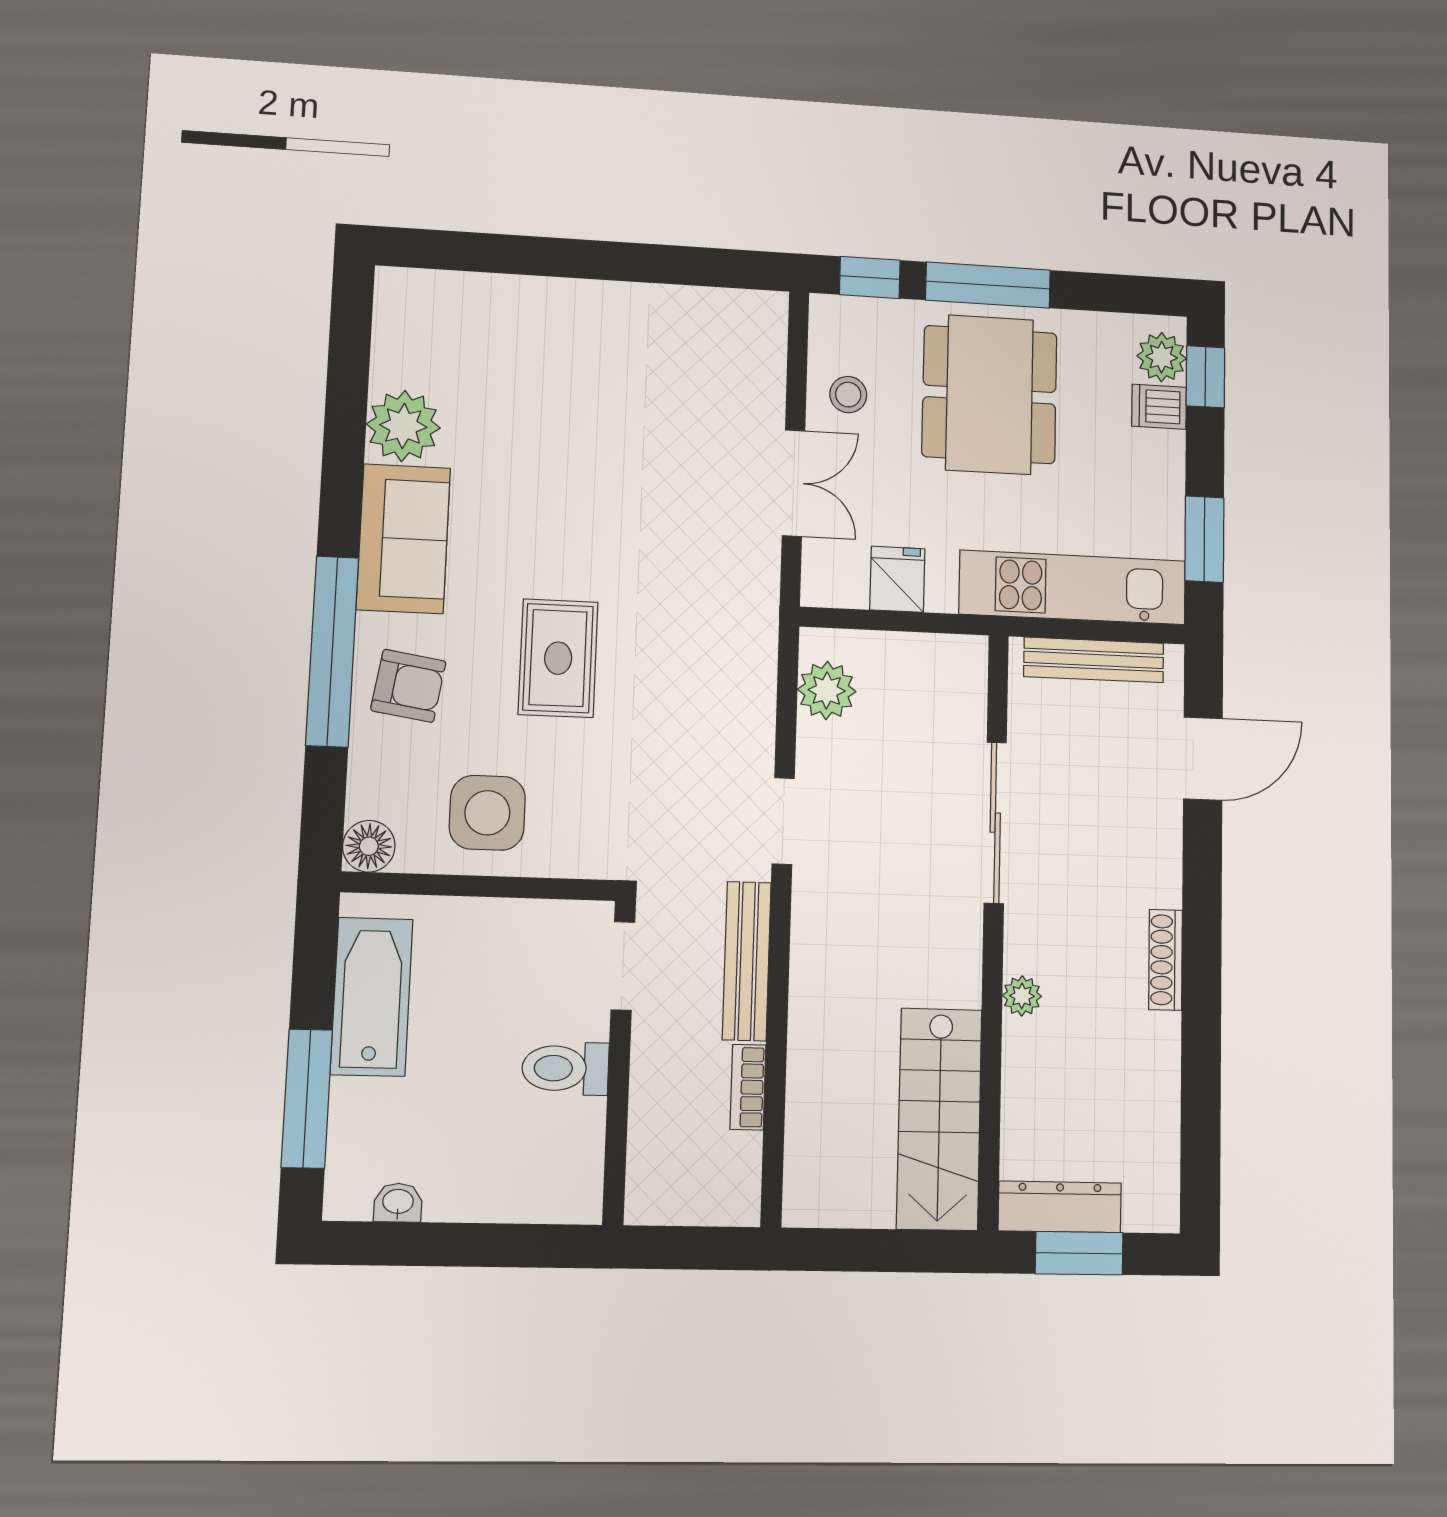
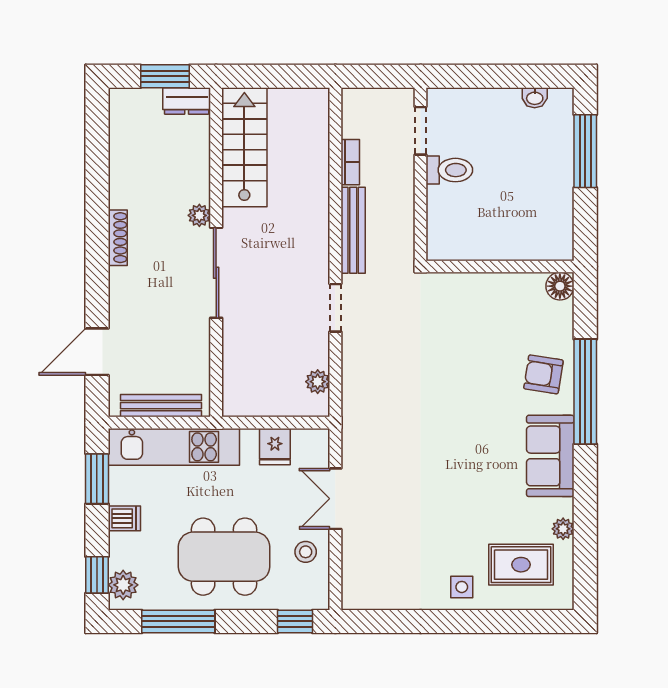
window: (988, 285) -> (178, 621), moved
dining table: (990, 395) -> (224, 557), turned 90
dishwasher: (1159, 407) -> (124, 518), moved
plant: (403, 426) -> (563, 529), width x0.53, depth x0.53
rug: (558, 658) -> (521, 565), moved, turned 90
plant: (827, 690) -> (318, 382), width x0.73, depth x0.73
side table: (487, 813) -> (462, 587), moved, width x0.54, depth x0.54
sliding door: (995, 823) -> (216, 273), moved
doorway: (623, 966) -> (421, 131), moved
bathtub: (372, 997) -> (554, 206), removed
dresser: (1060, 1207) -> (187, 101), width x0.70

